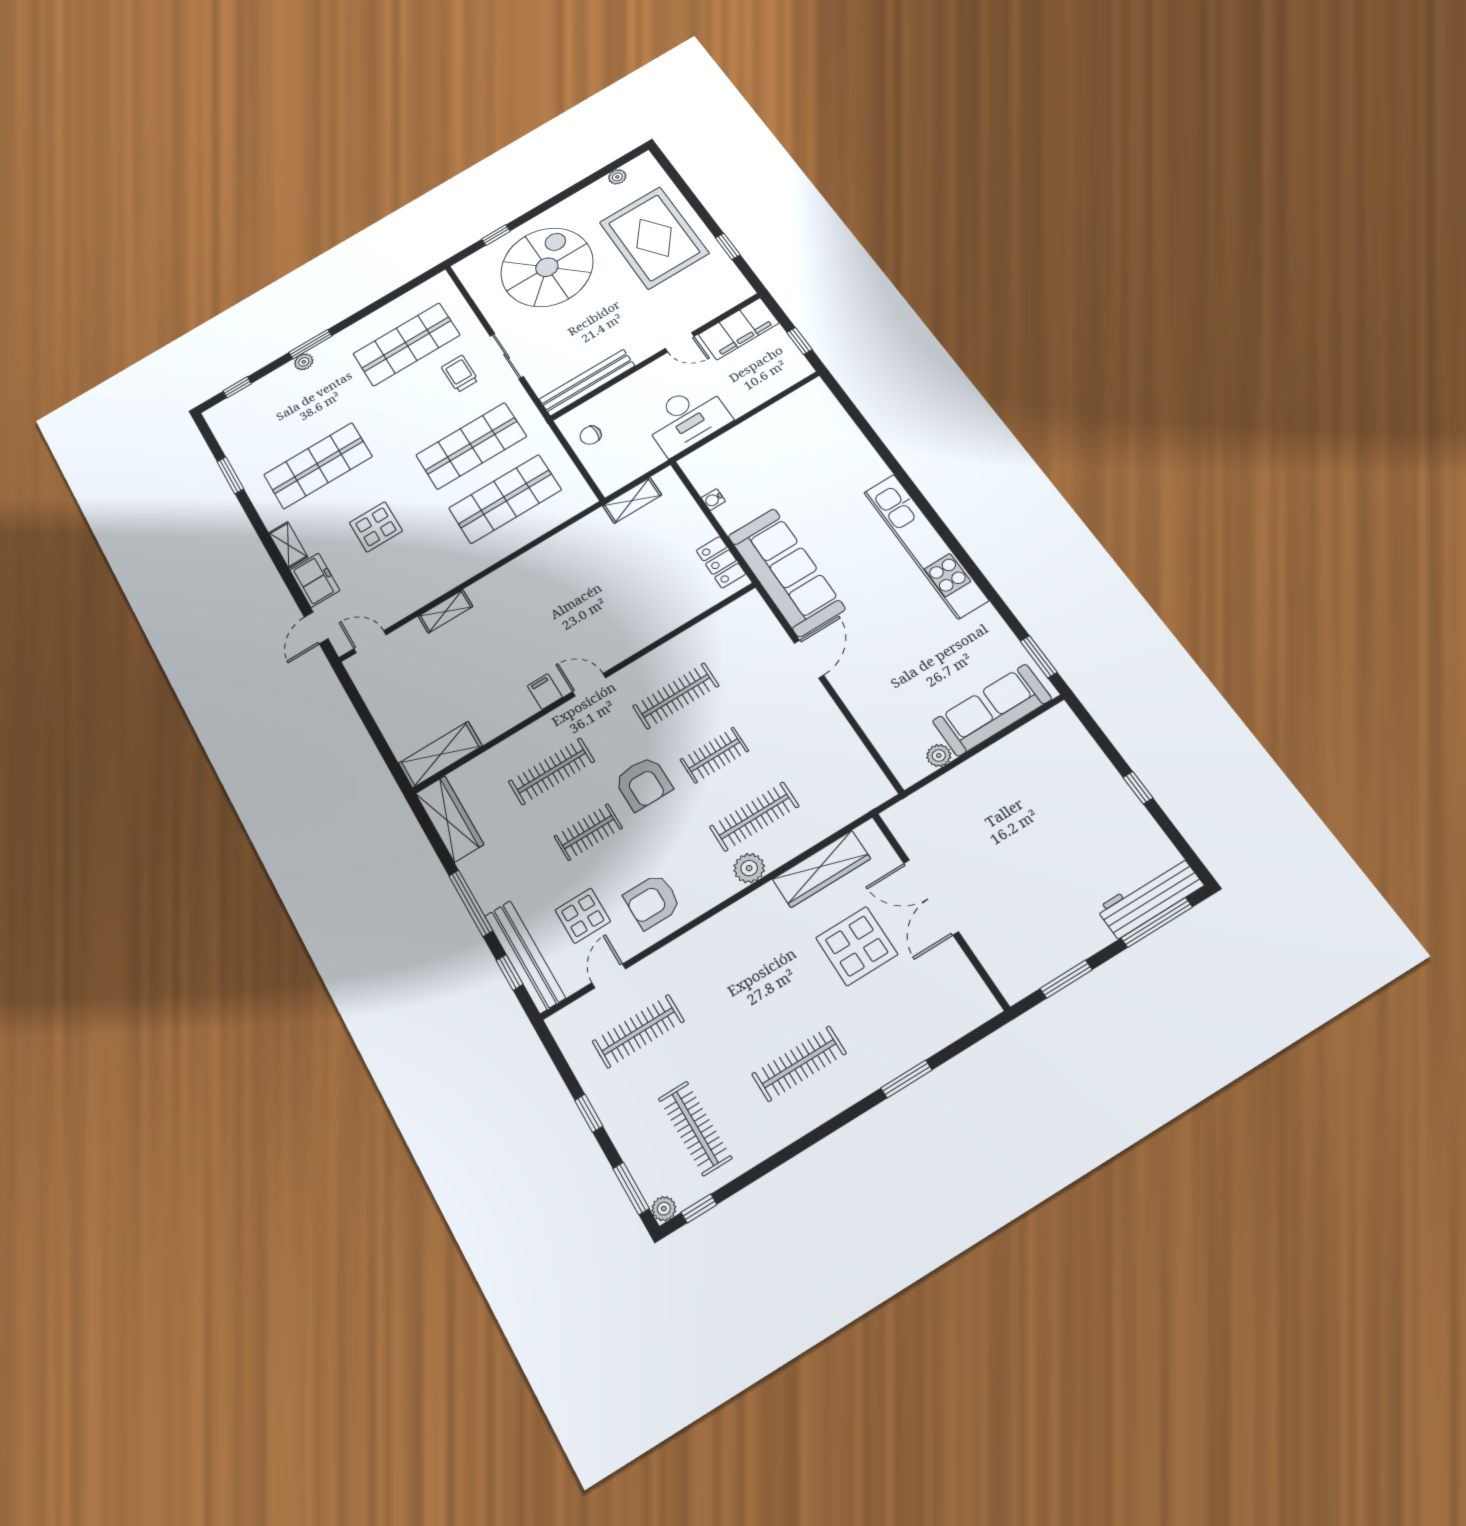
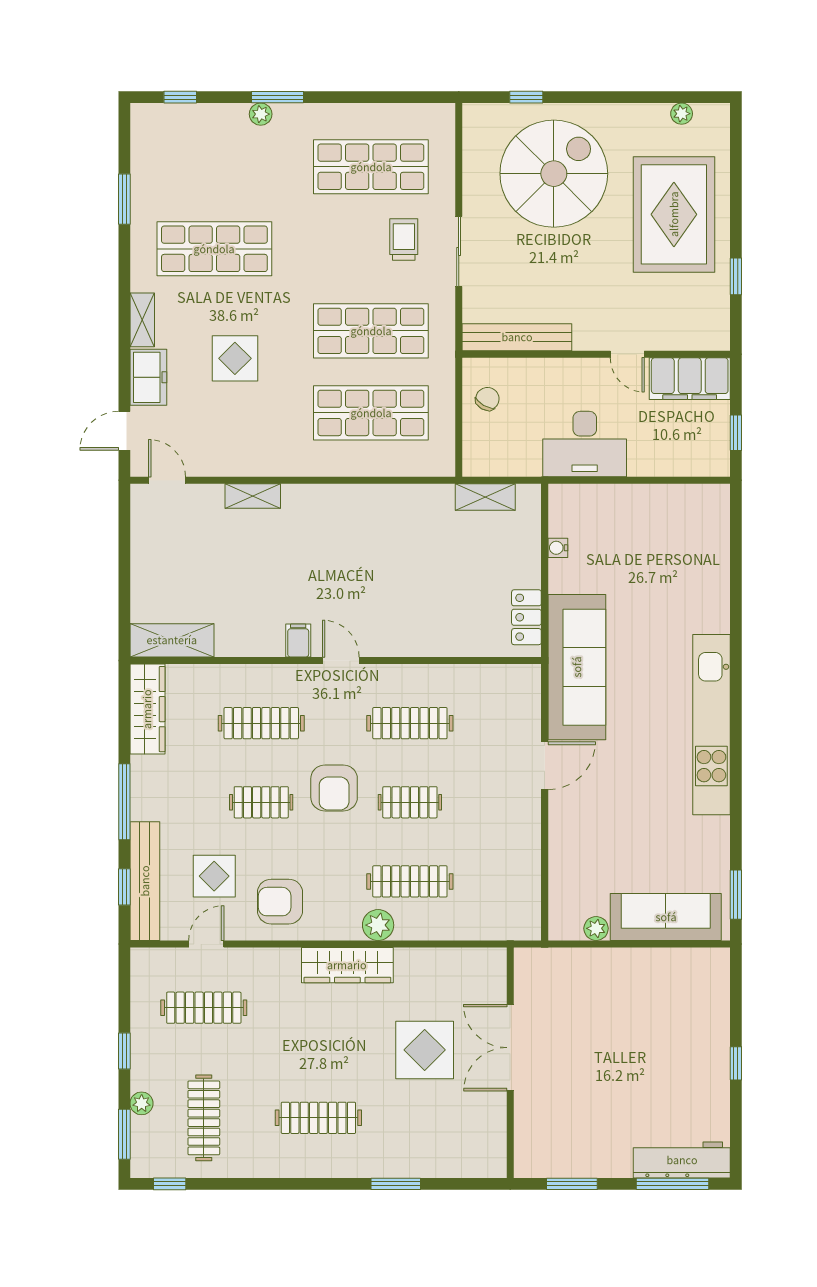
chair: (591, 435) -> (487, 399), turned 120
wardrobe: (822, 869) -> (347, 965), moved
plant: (664, 1209) -> (142, 1103), moved

